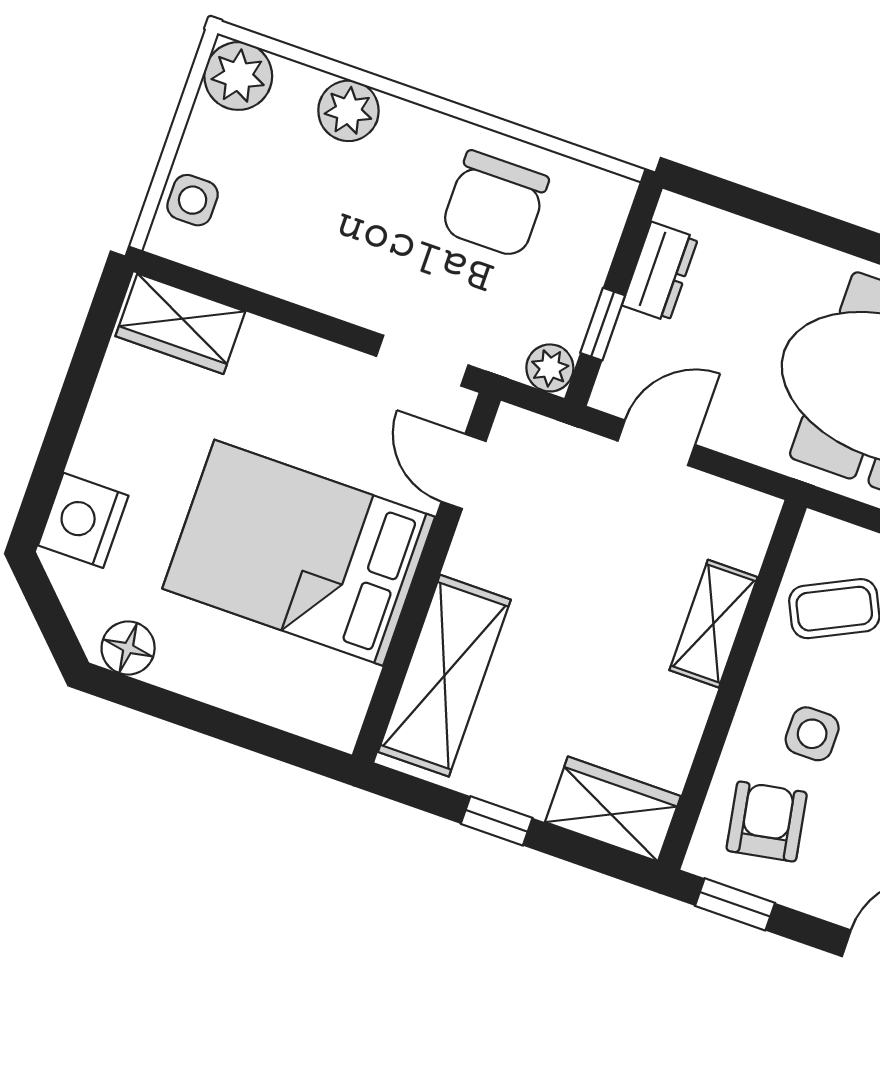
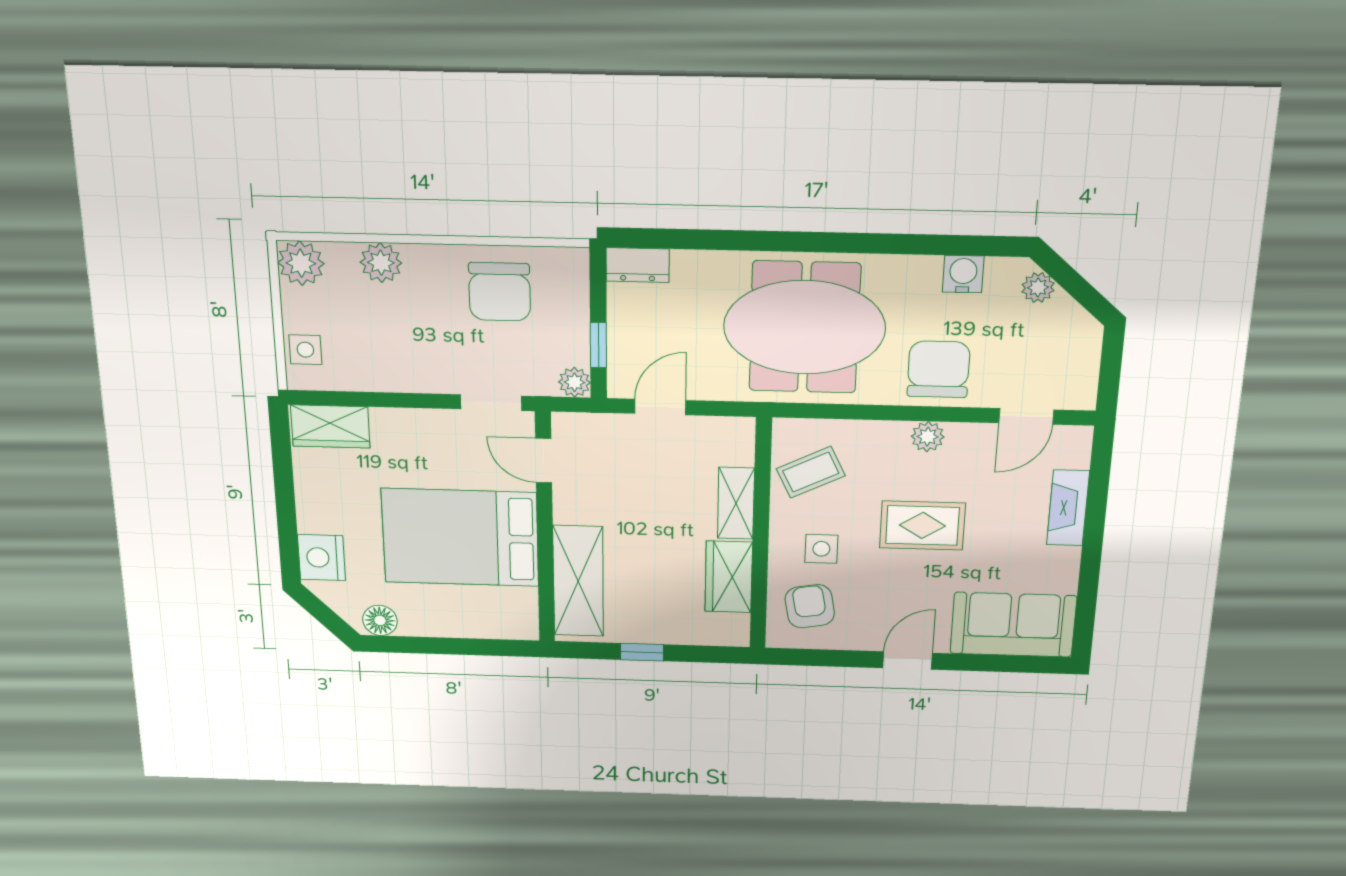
dresser: (660, 272) -> (638, 265), moved, turned 90
wardrobe: (613, 809) -> (729, 577), moved, turned -90
window: (735, 904) -> (806, 657), removed

